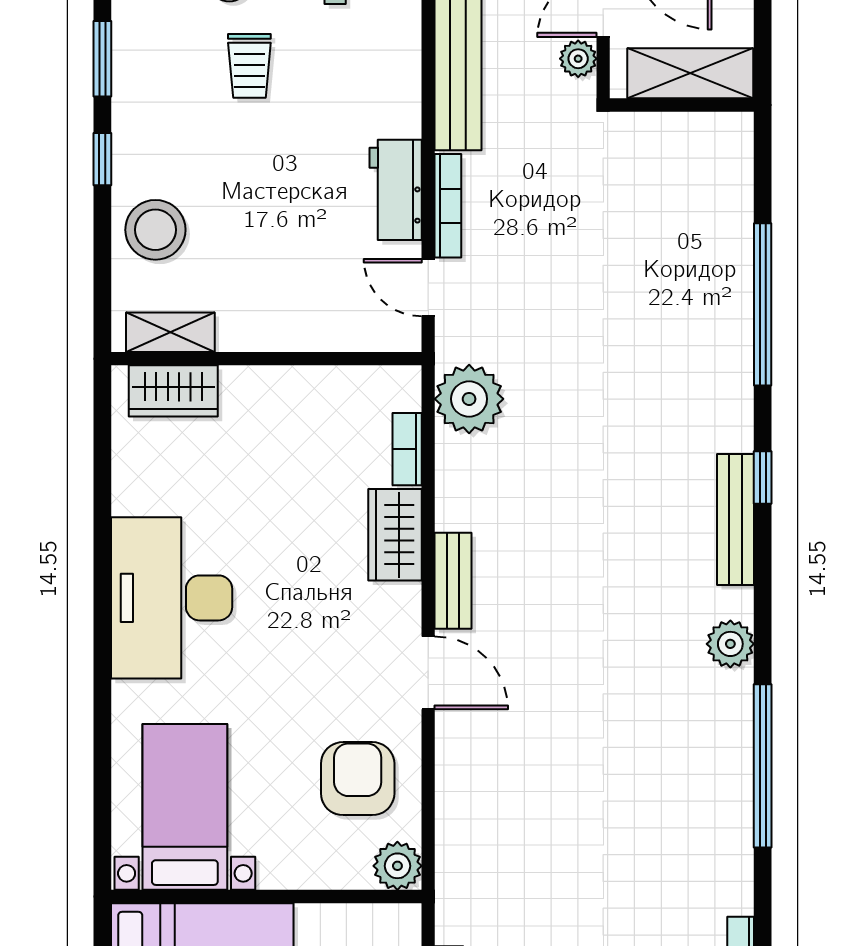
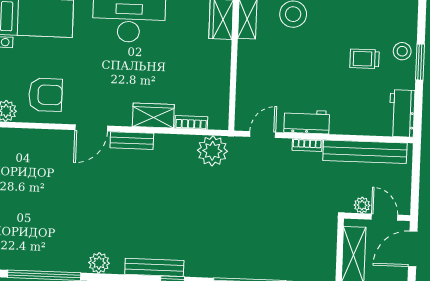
bookcase: (448, 206) -> (307, 145), width x0.64

